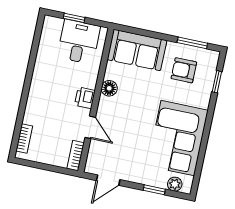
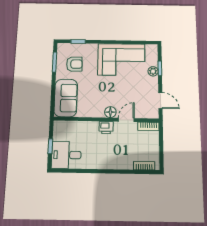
desk: (79, 42) -> (66, 155), moved
armchair: (184, 70) -> (74, 64), turned -92
floor lamp: (109, 88) -> (110, 112), moved
plant: (175, 184) -> (153, 71), moved

